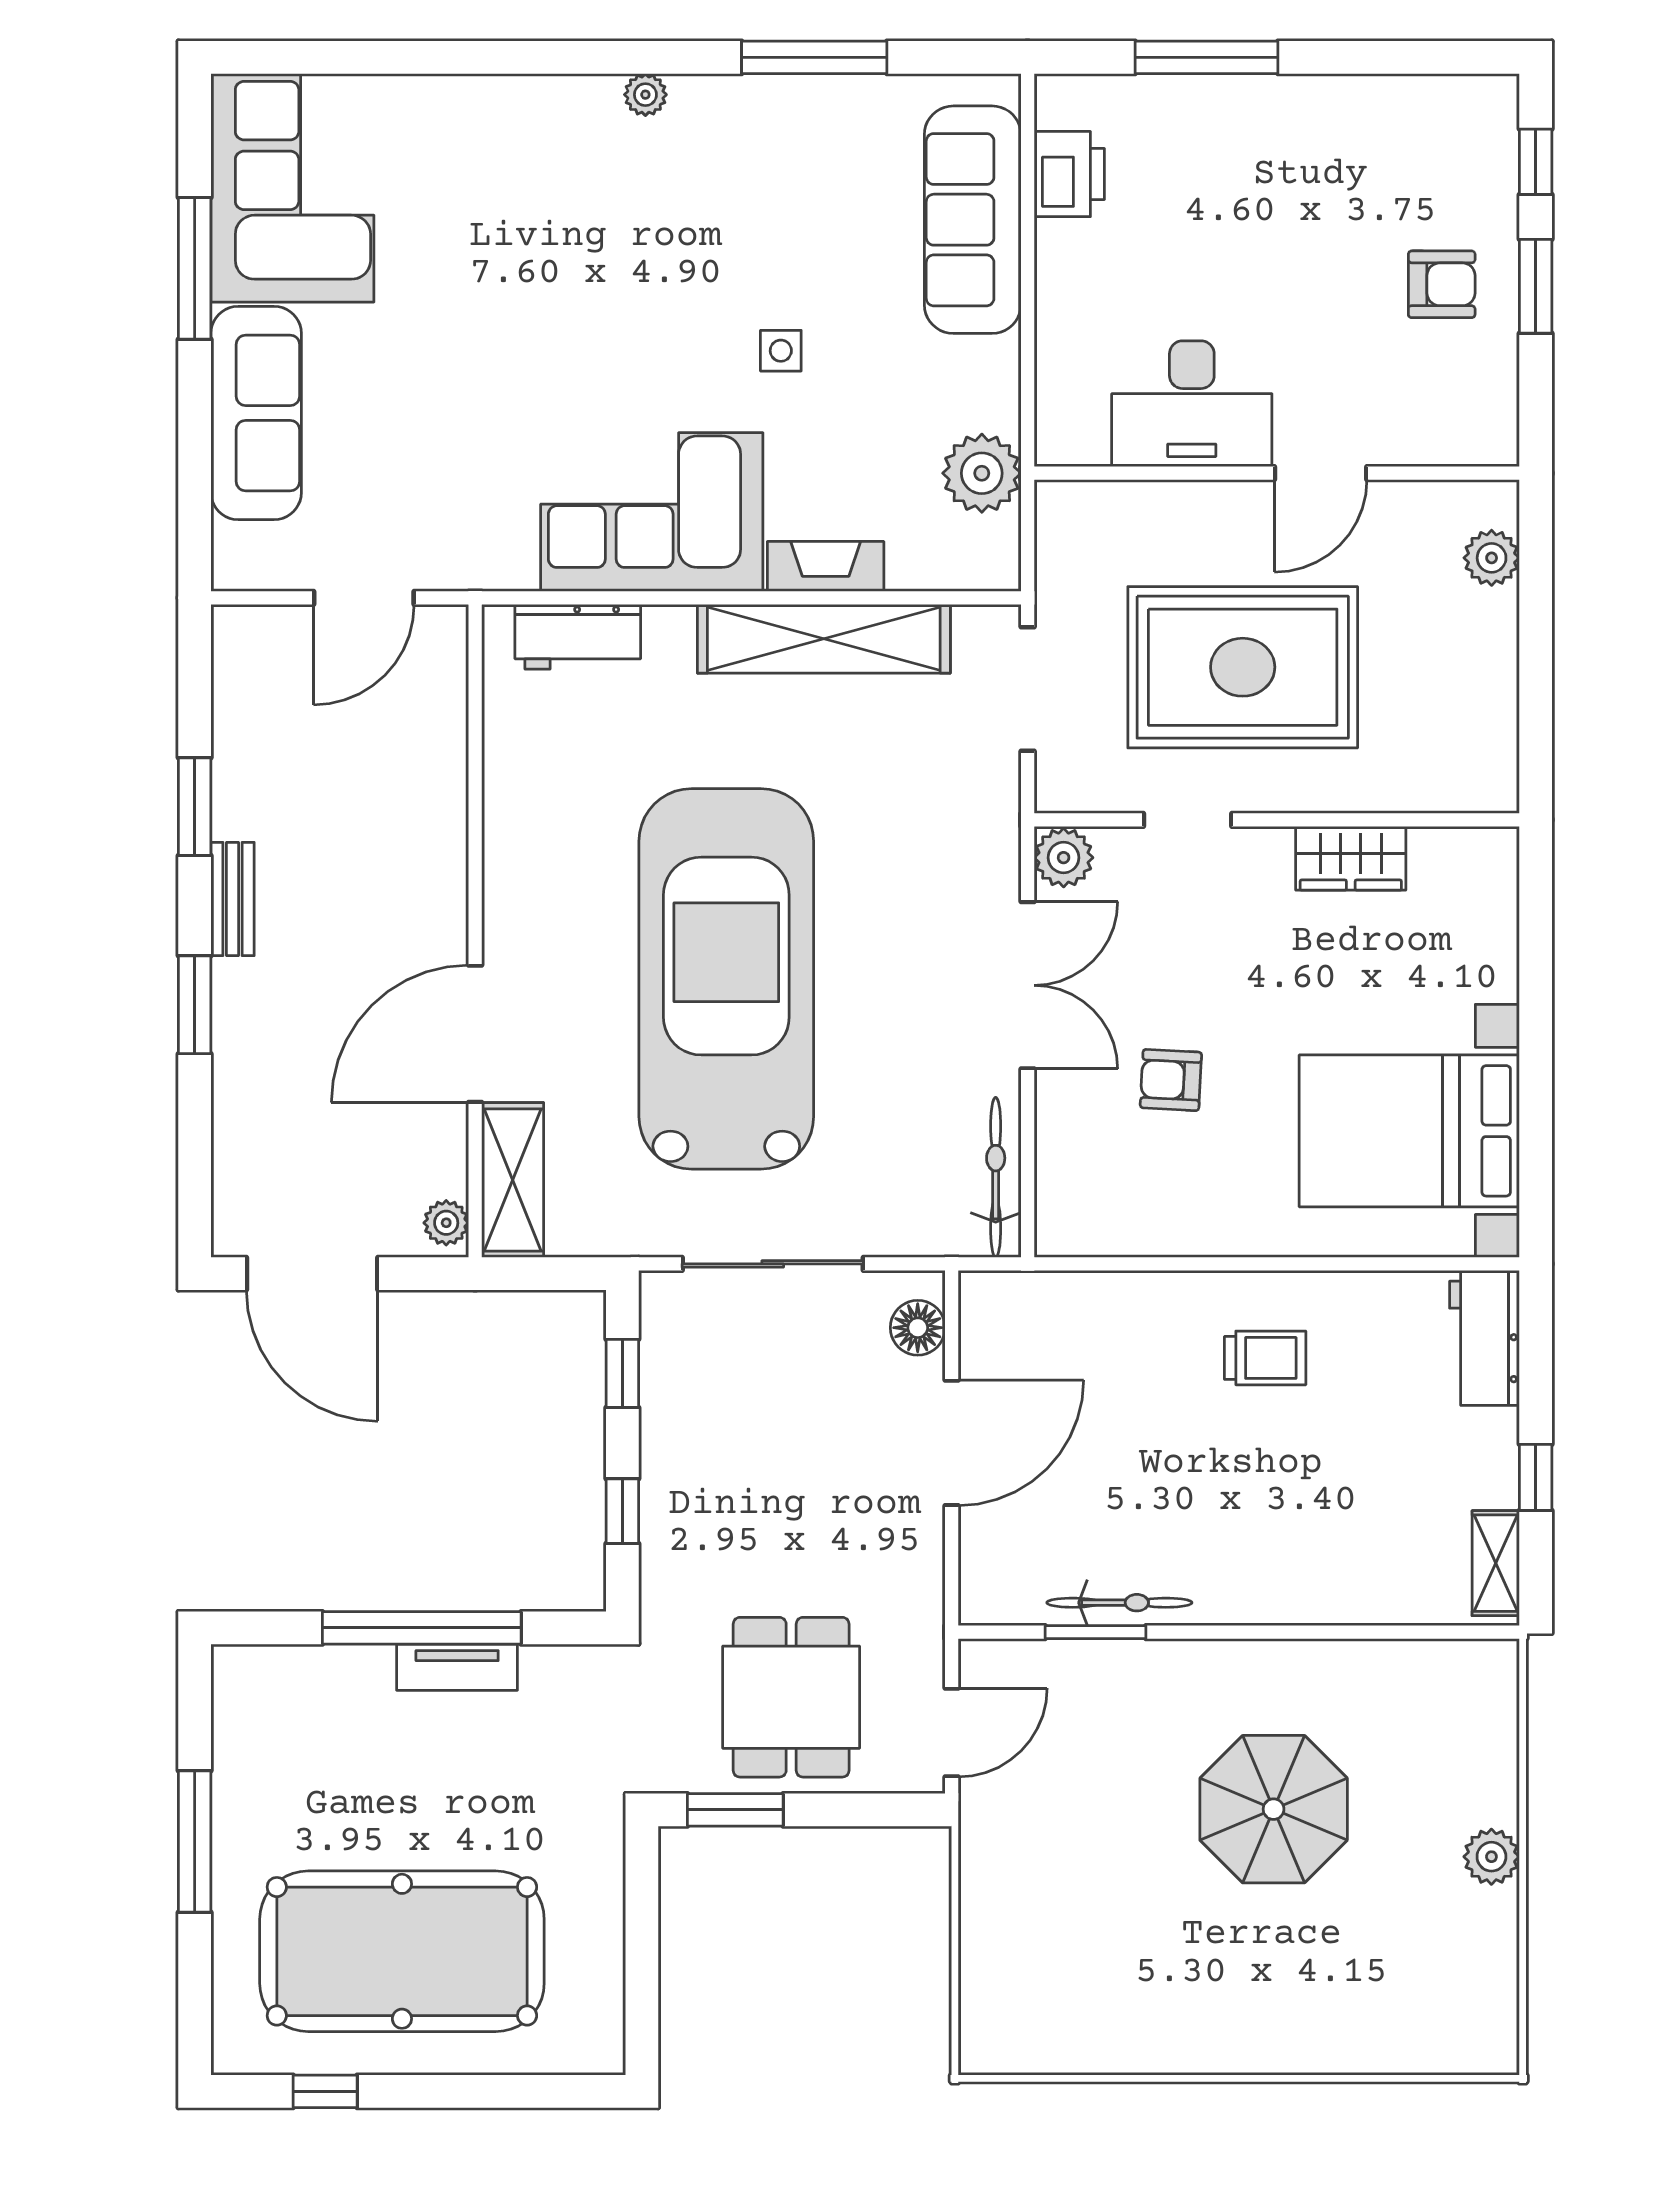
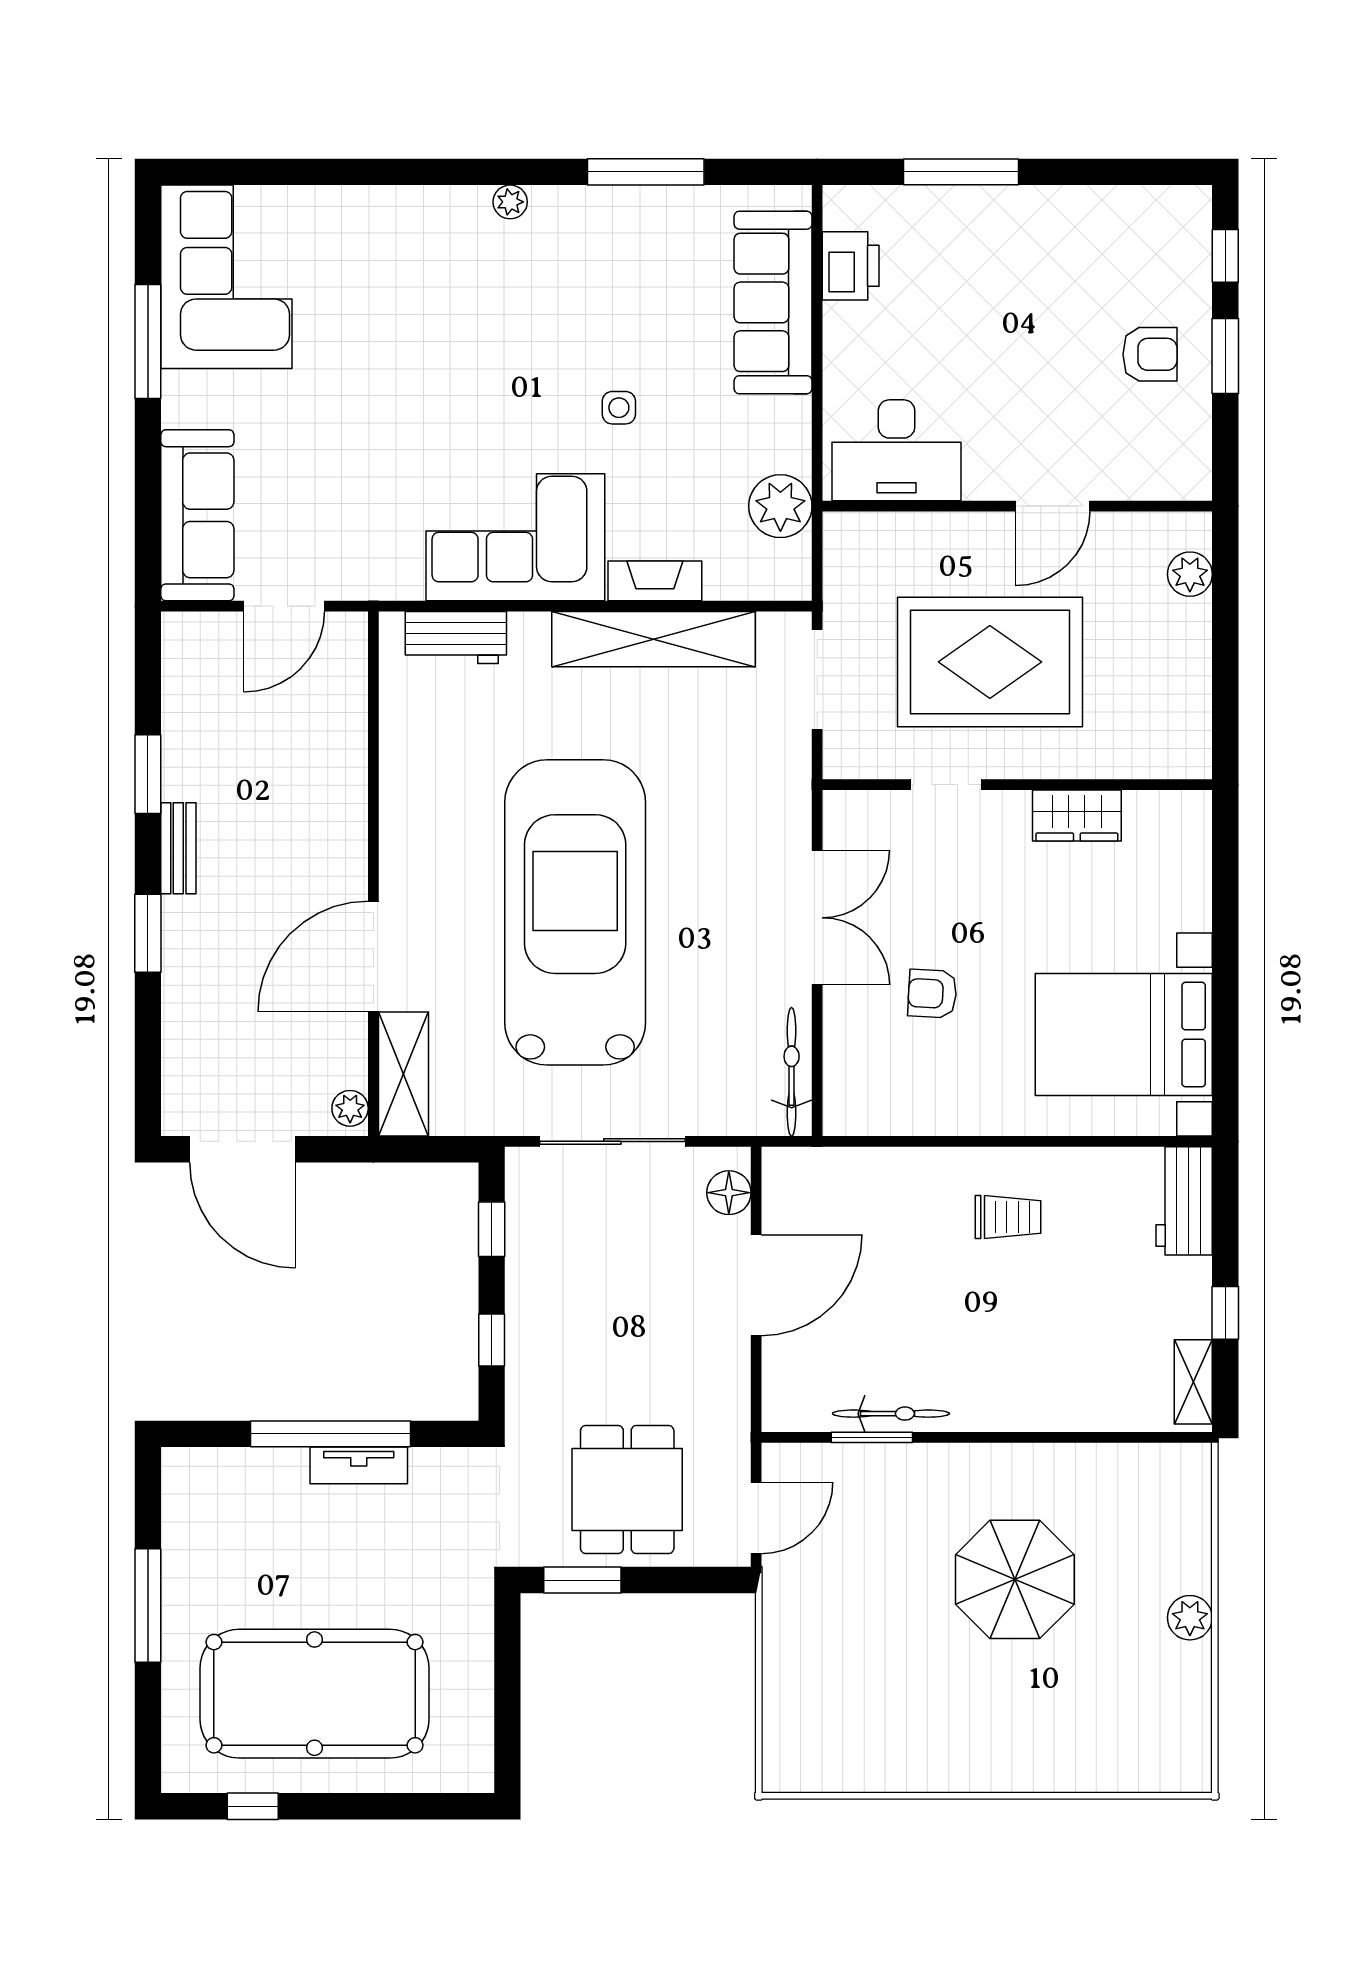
desk: (1192, 404) -> (897, 450), moved
sofa: (256, 413) -> (197, 515), moved
plant: (1064, 858) -> (846, 815), removed

